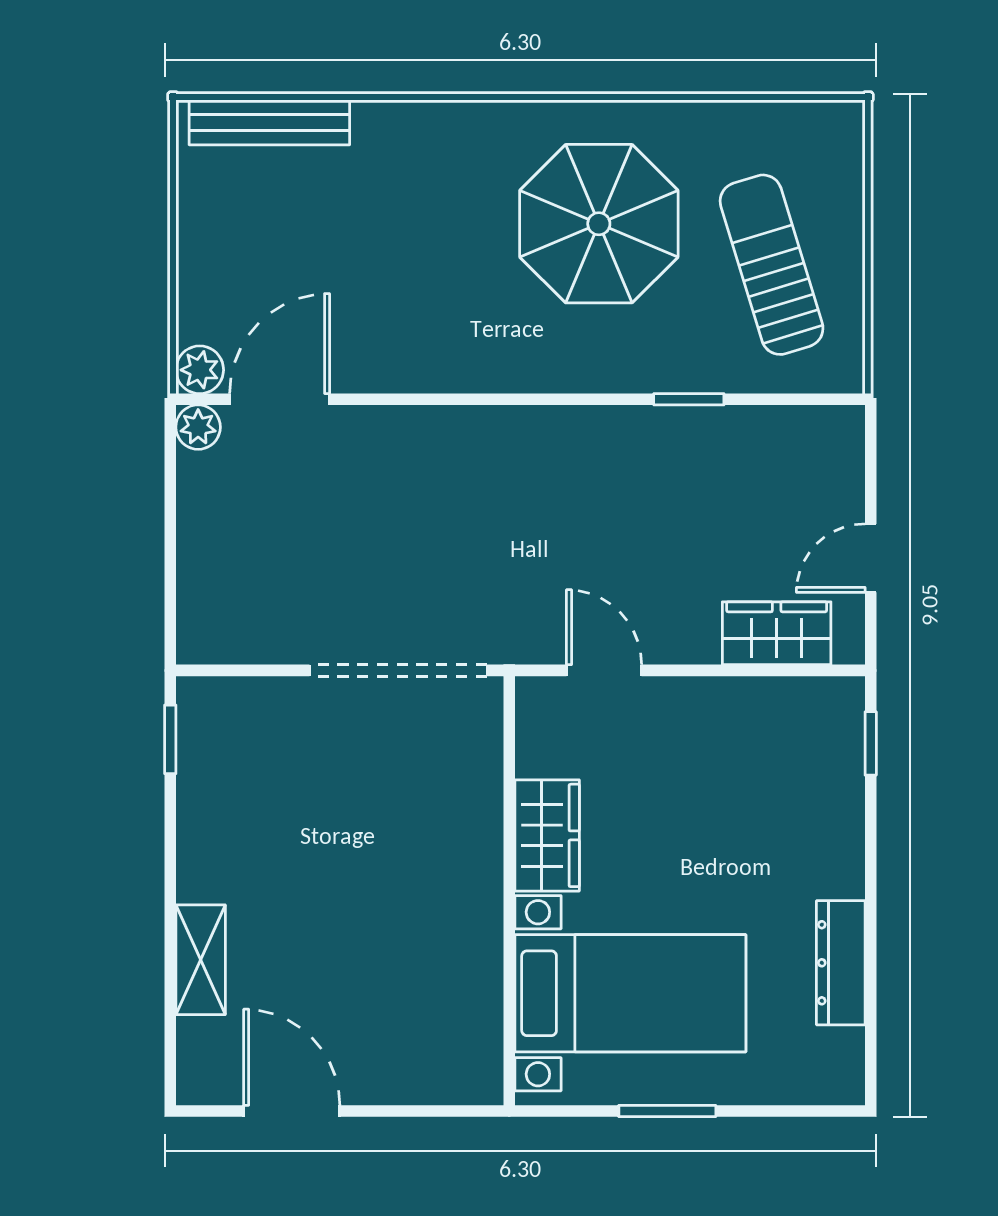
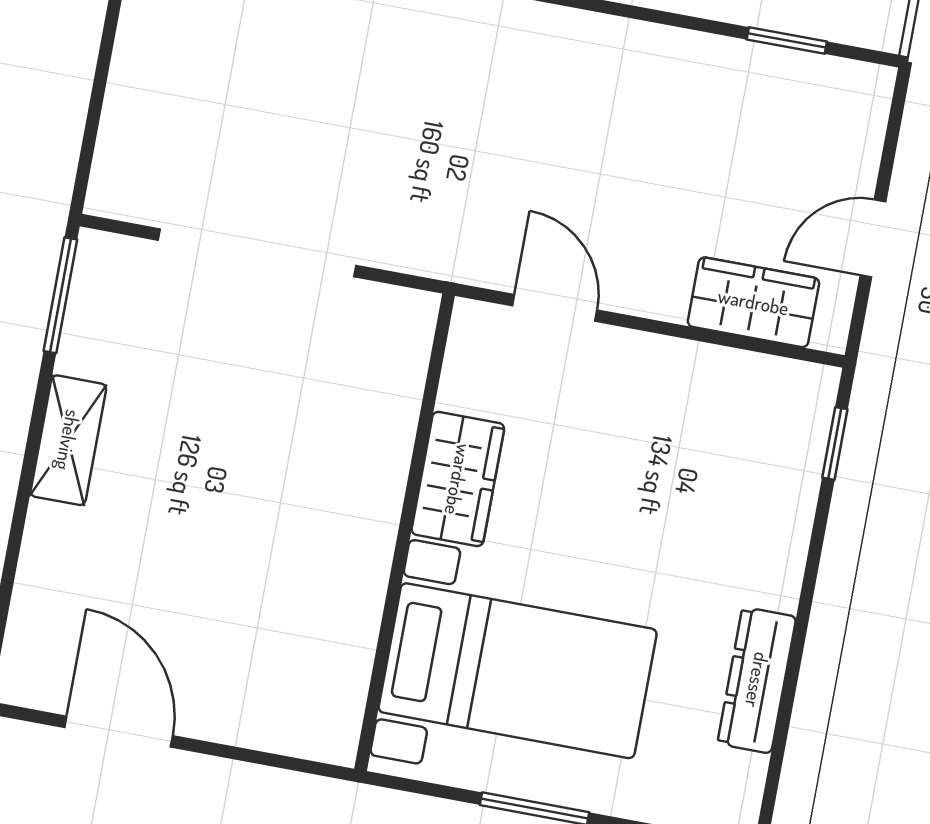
window: (689, 399) -> (787, 41), moved
doorway: (398, 670) -> (257, 253), moved
window: (170, 739) -> (60, 295), width x1.50
shelving: (201, 960) -> (68, 440), moved

